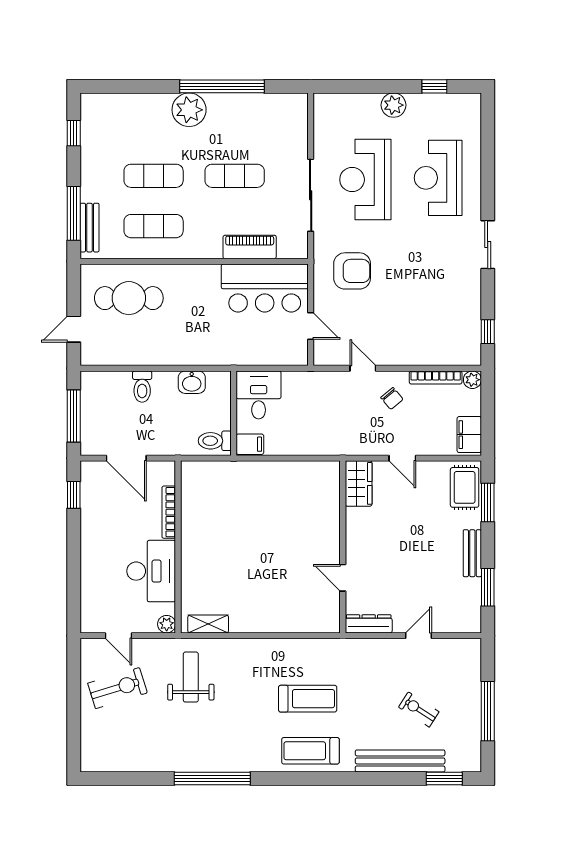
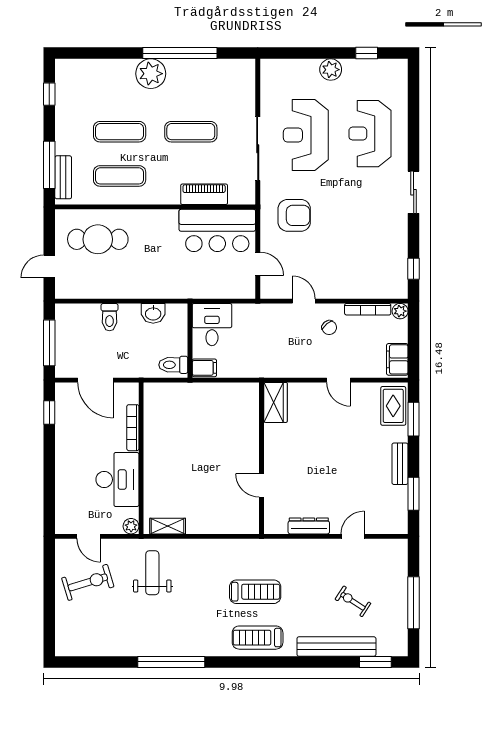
wardrobe: (359, 483) -> (275, 402), moved
wall: (343, 547) -> (262, 458), moved
door: (343, 578) -> (262, 485), moved

